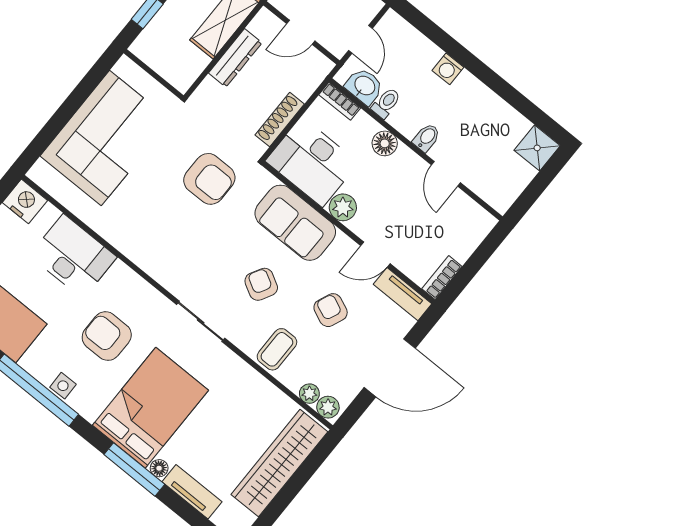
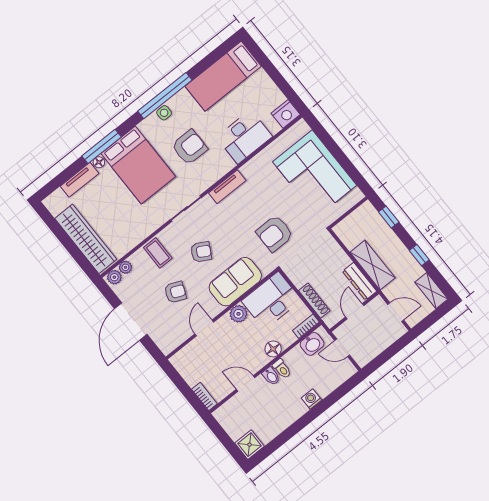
dresser: (235, 58) -> (360, 281), moved
toilet: (386, 103) -> (282, 369), moved
shoe rack: (280, 120) -> (314, 301), moved
bookcase: (442, 278) -> (204, 397), moved
tv unit: (402, 294) -> (227, 187), moved, turned 180

